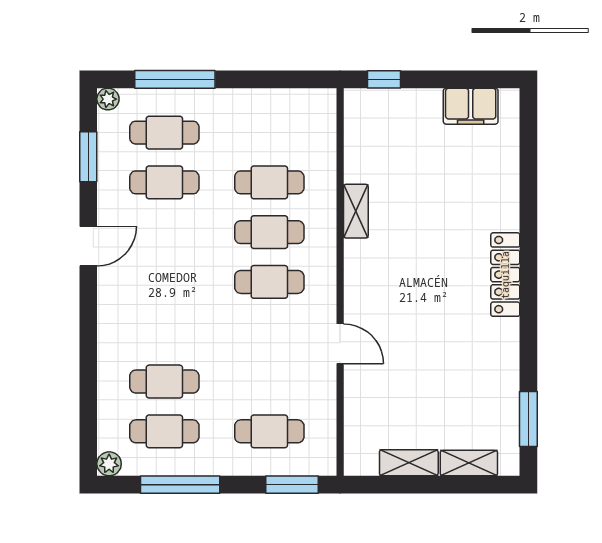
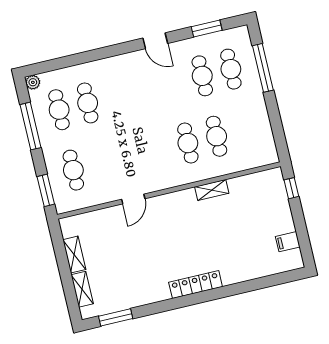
plant: (108, 99) -> (243, 32), removed
filing cabinet: (471, 106) -> (288, 242), width x0.50
cafe table: (269, 282) -> (159, 150), removed

